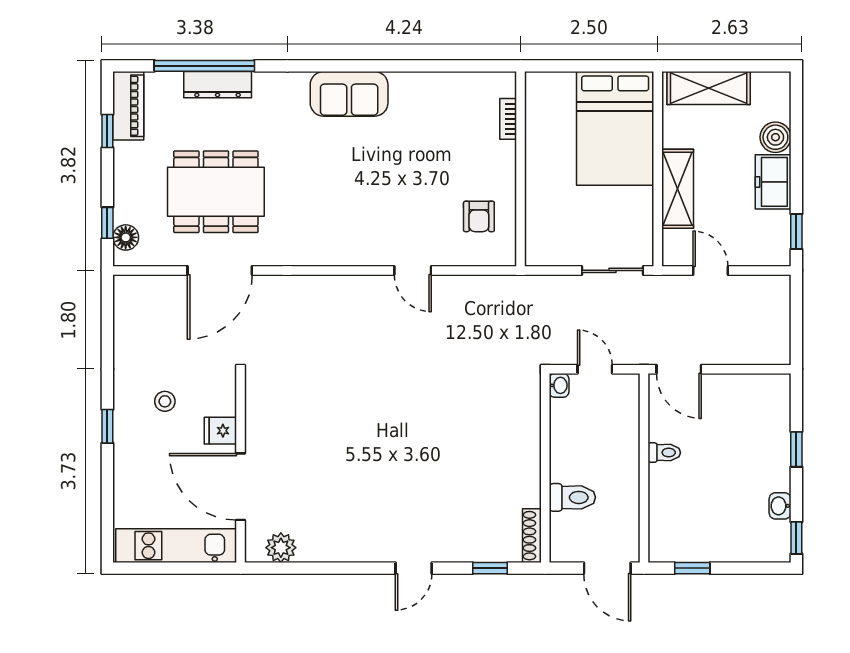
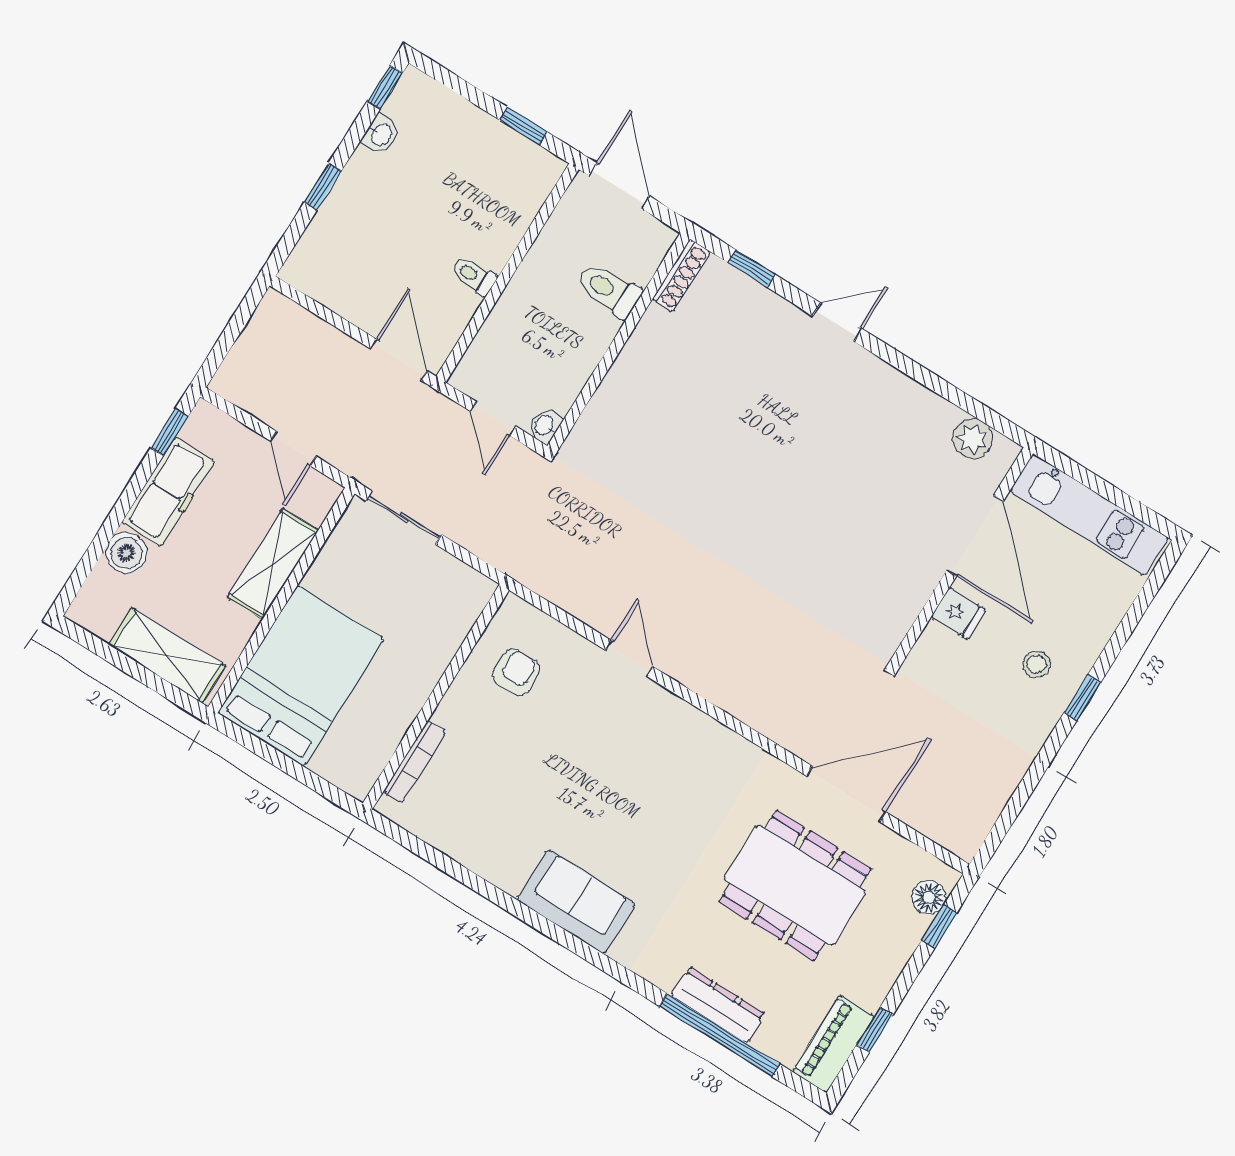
bookcase: (508, 119) -> (415, 762), width x1.56
freezer: (773, 182) -> (168, 492), width x1.40
stool: (165, 401) -> (1036, 664), moved

